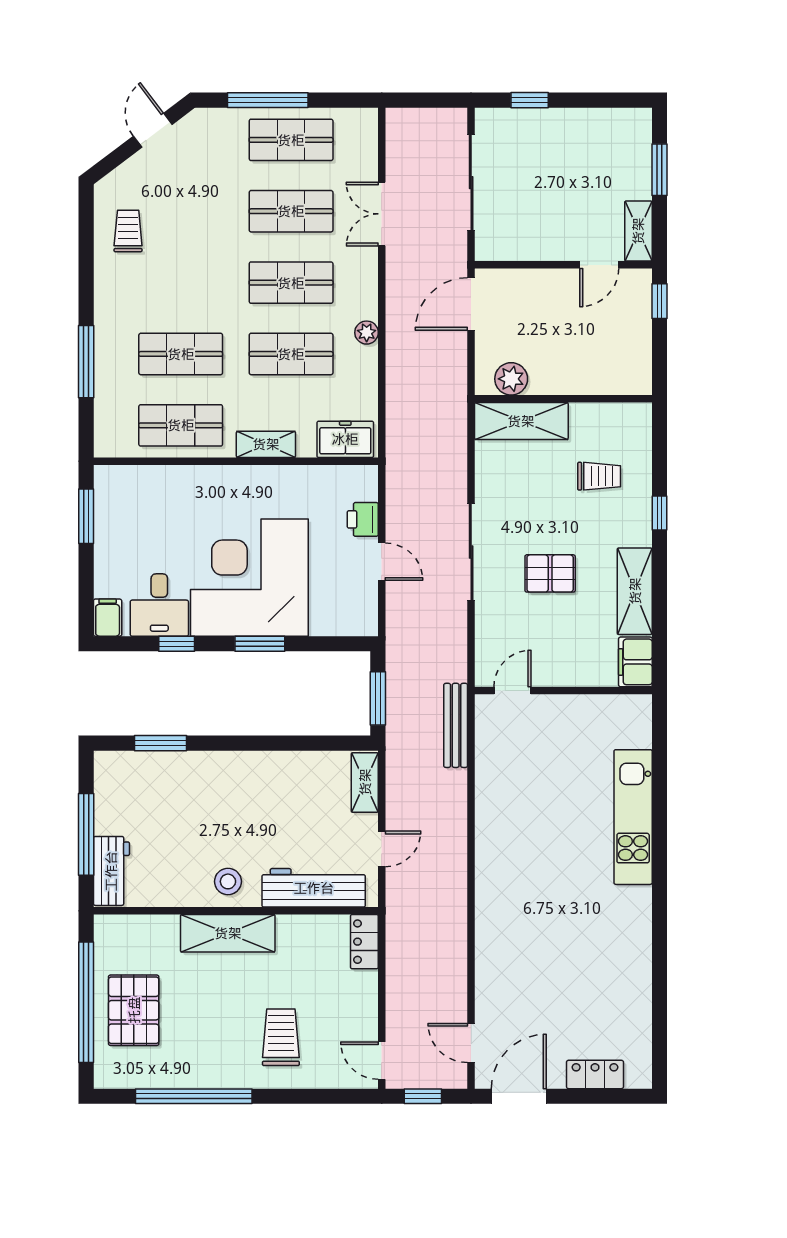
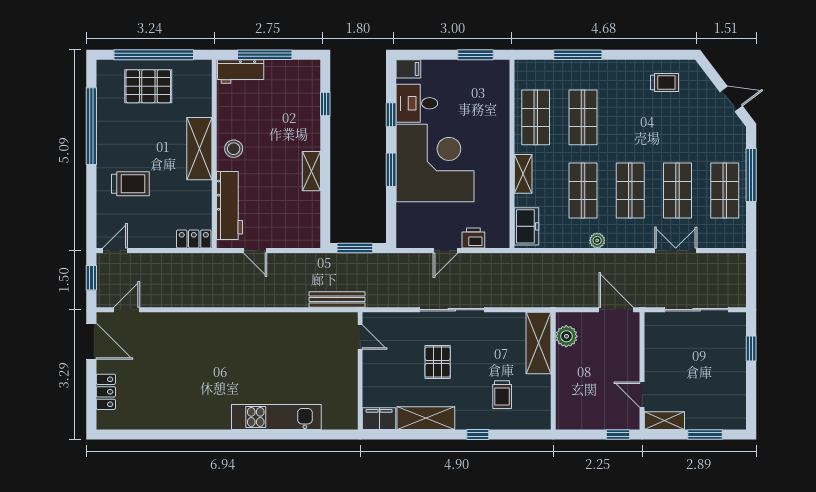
window: (160, 743) -> (325, 104), width x0.67
shelving: (365, 782) -> (311, 171), moved, turned 90

